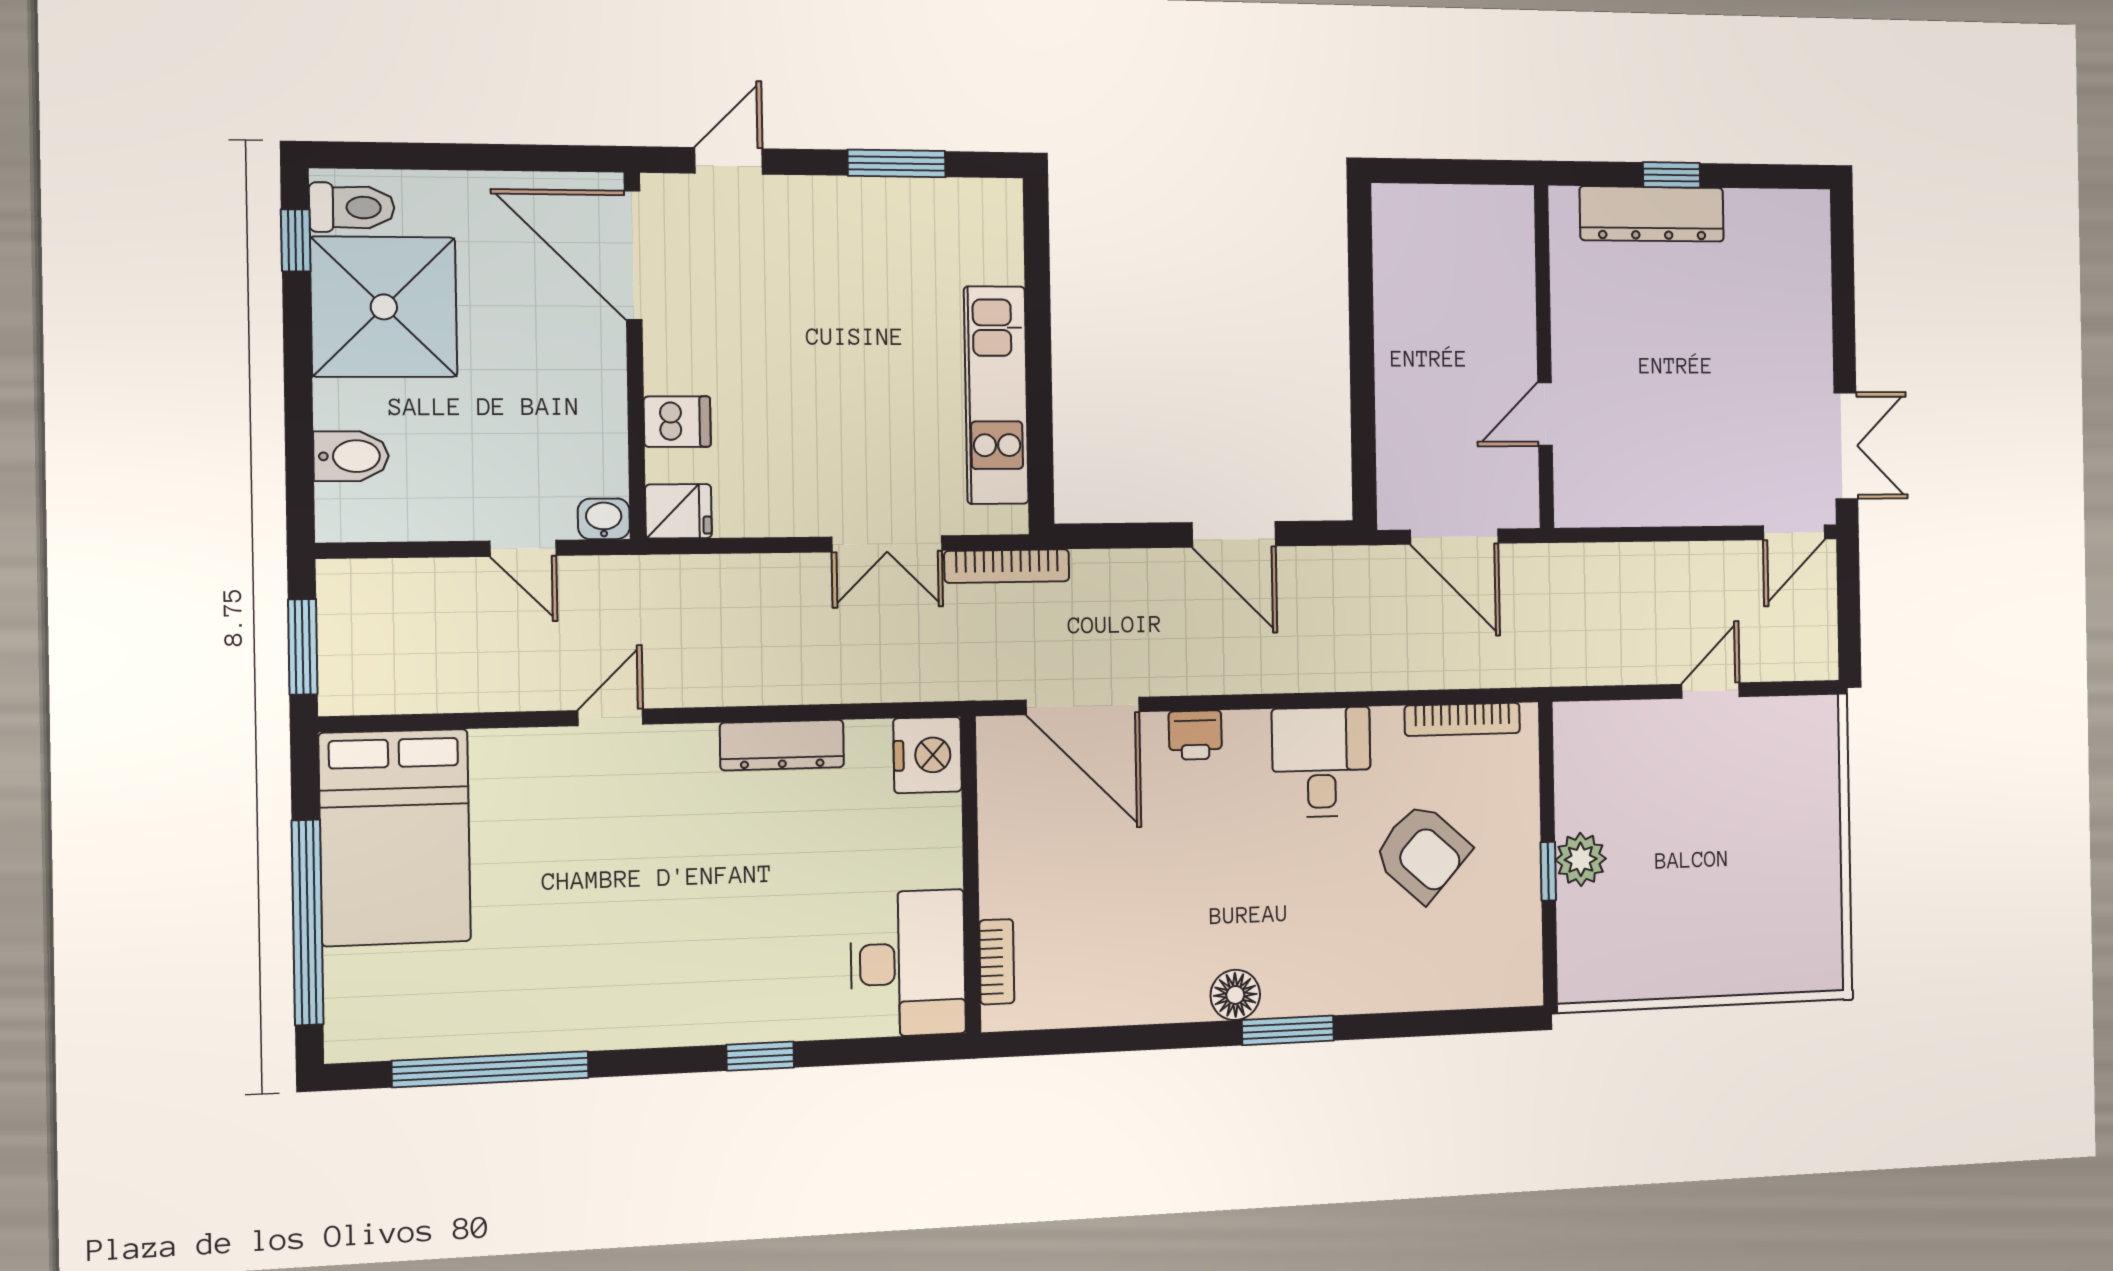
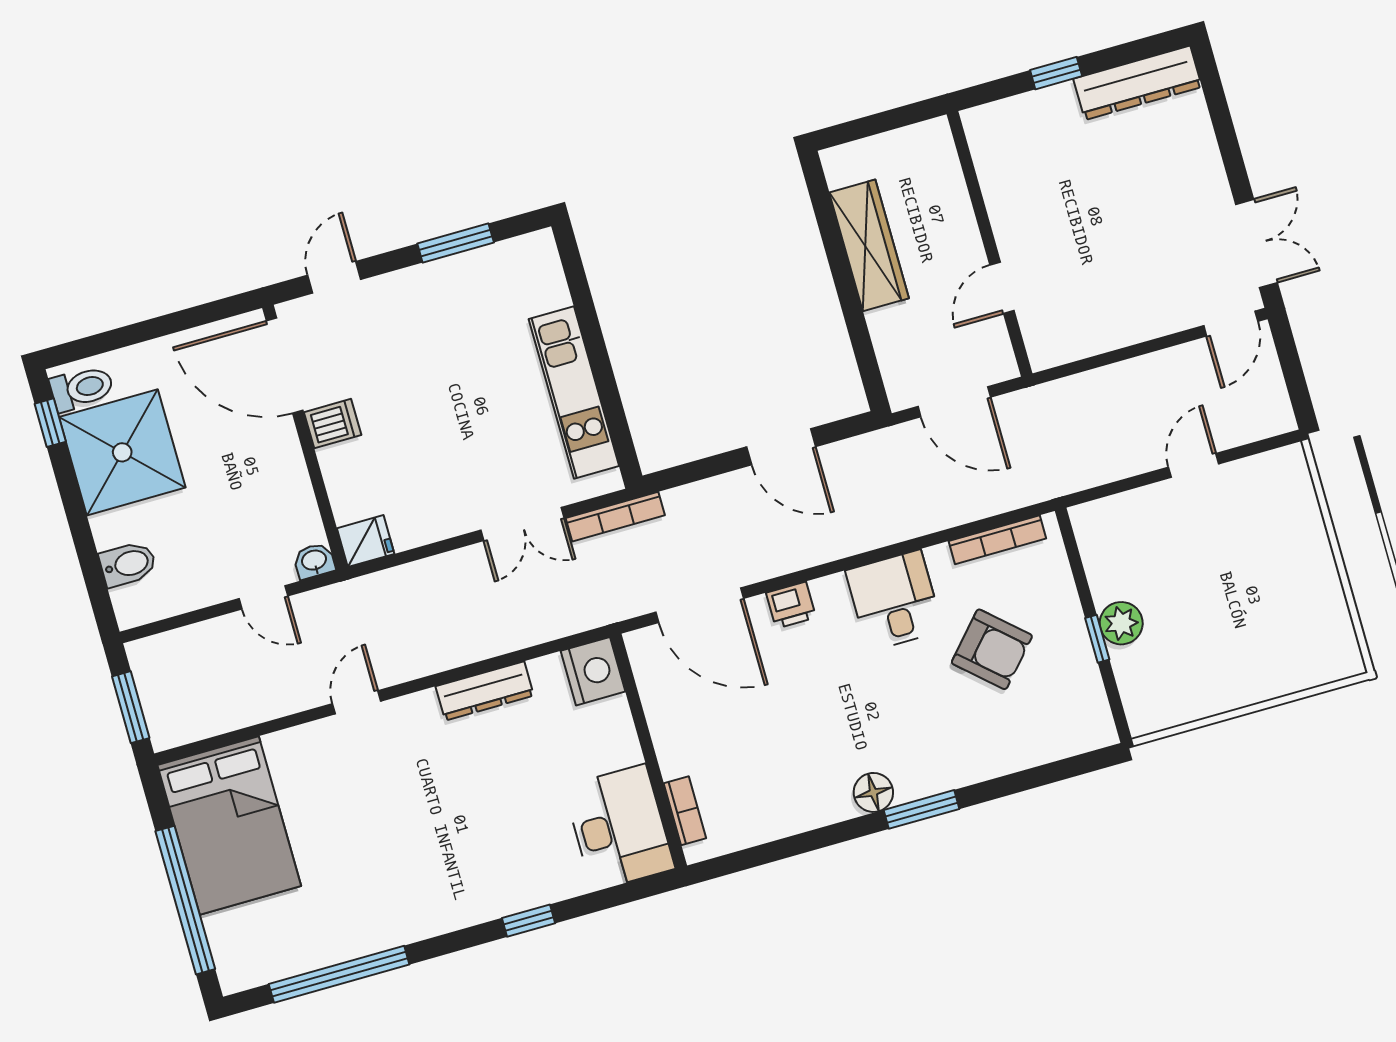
dresser: (1652, 214) -> (1138, 83), moved
wardrobe: (1403, 317) -> (869, 245), added
dishwasher: (677, 422) -> (333, 424), moved

